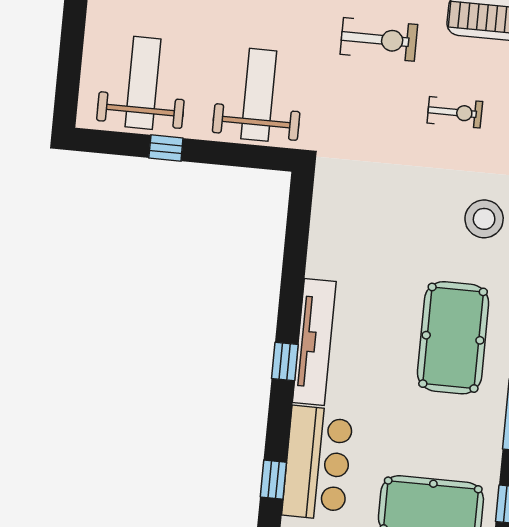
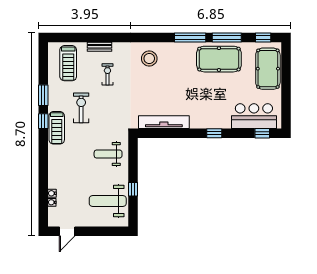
weight bench: (259, 95) -> (108, 154), width x0.73, depth x0.75
pool table: (453, 338) -> (219, 59), moved
tv unit: (314, 342) -> (164, 122), moved

